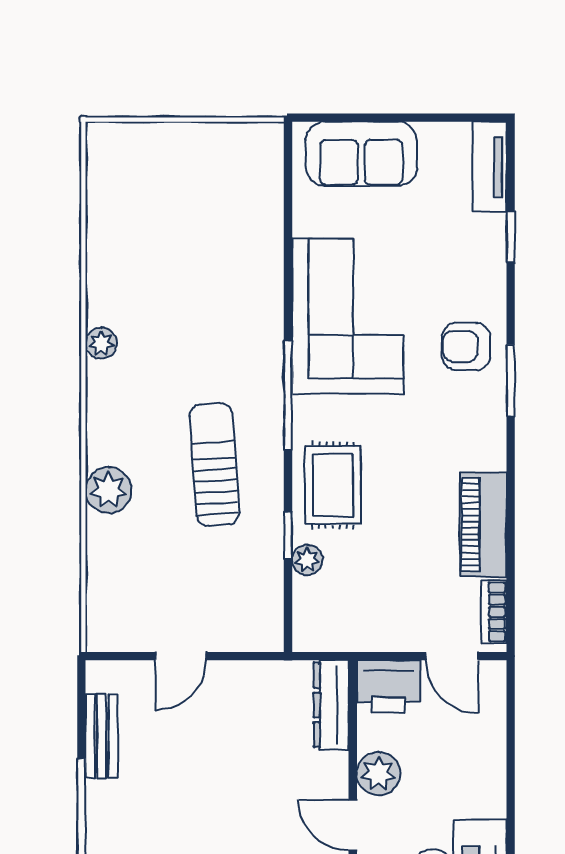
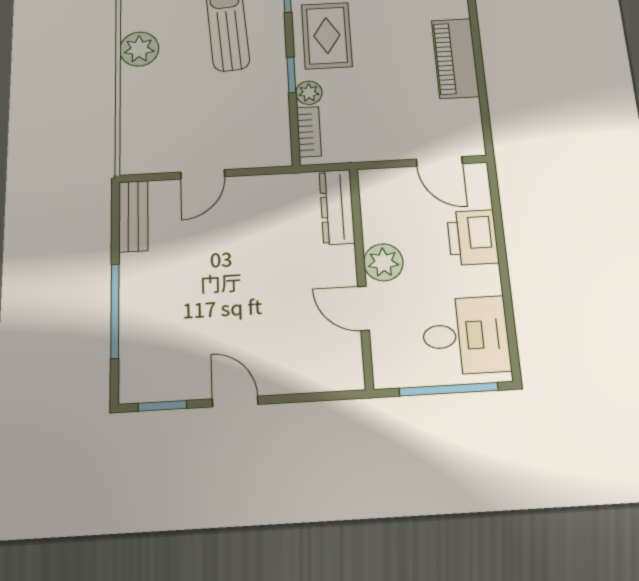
bookcase: (494, 612) -> (309, 132), moved, turned 180
printer: (389, 686) -> (473, 237), moved, turned 90
bench: (102, 736) -> (133, 216), moved

